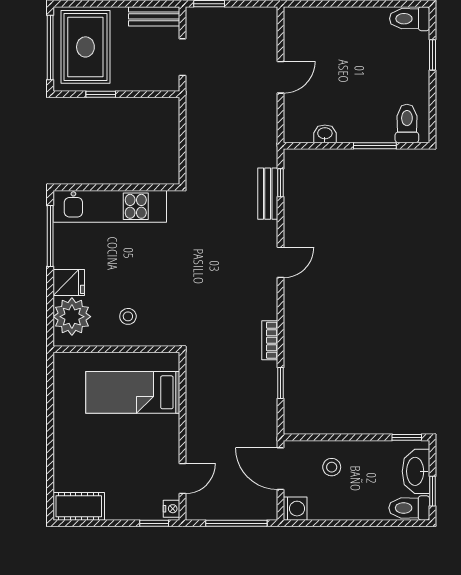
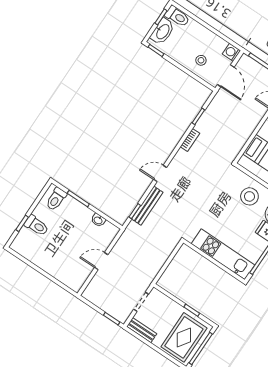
toilet: (410, 19) -> (36, 226), moved
bench: (268, 194) -> (147, 206), width x1.36
stool: (128, 316) -> (249, 196), width x1.89, depth x1.89

